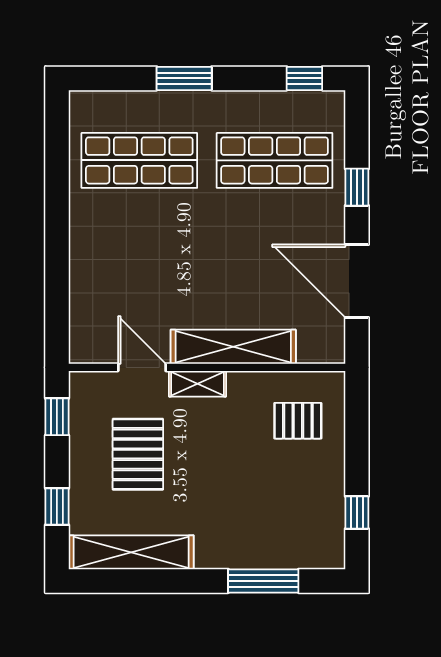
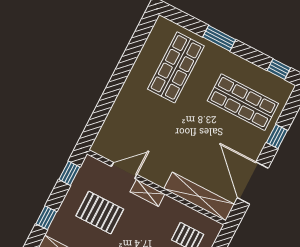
shop shelf: (139, 160) -> (176, 67), turned 90
shelving: (233, 347) -> (199, 197), moved
door: (142, 367) -> (124, 171), hinge flipped
pallet: (138, 454) -> (100, 213), turned 90

